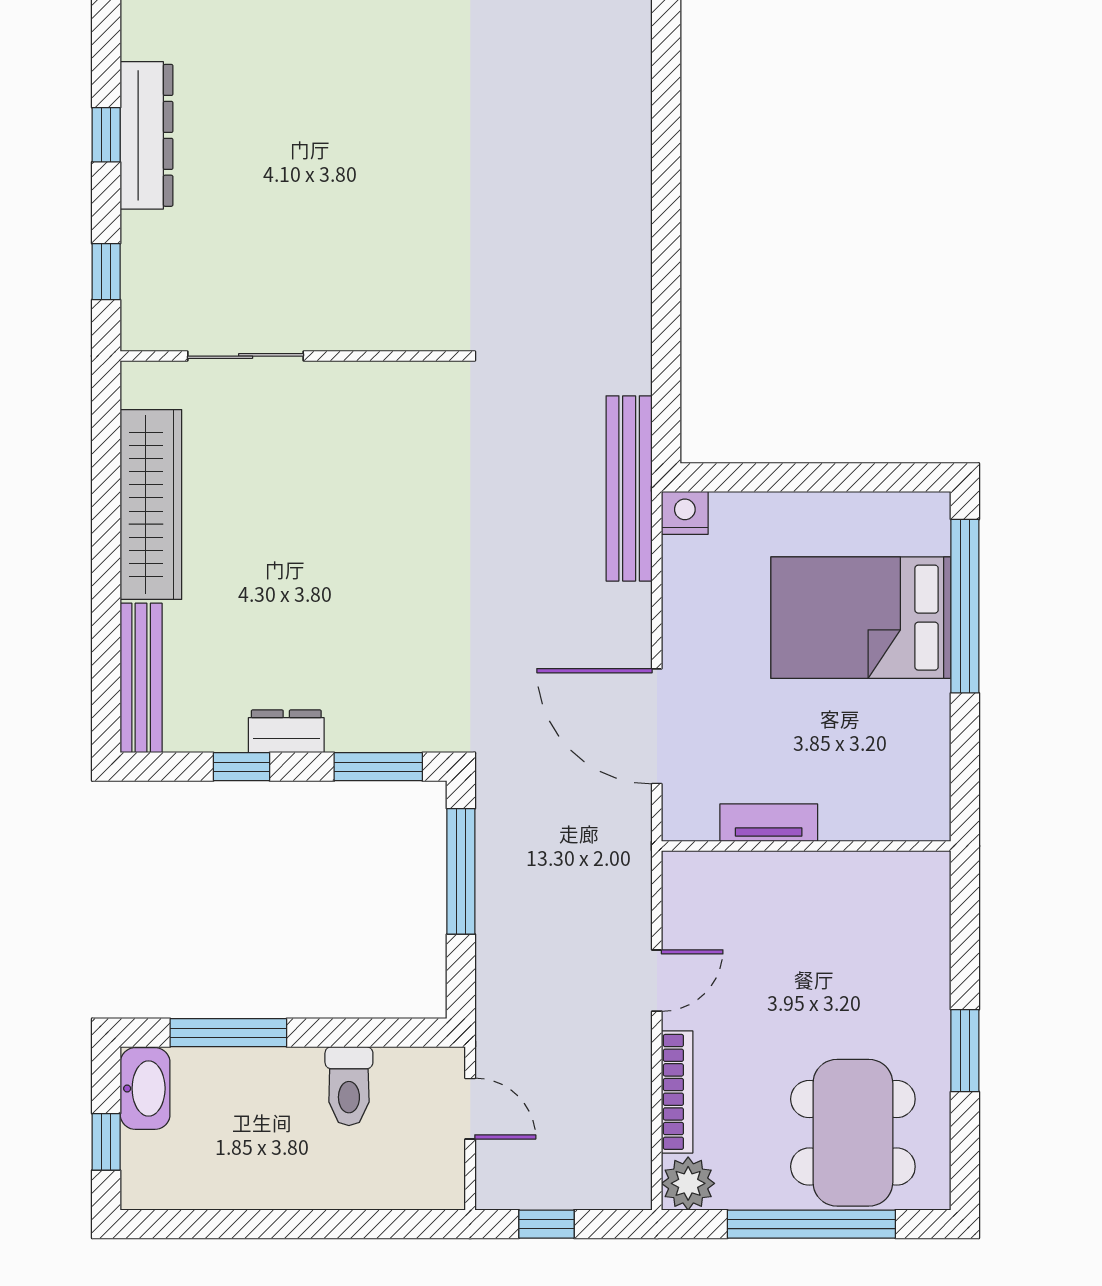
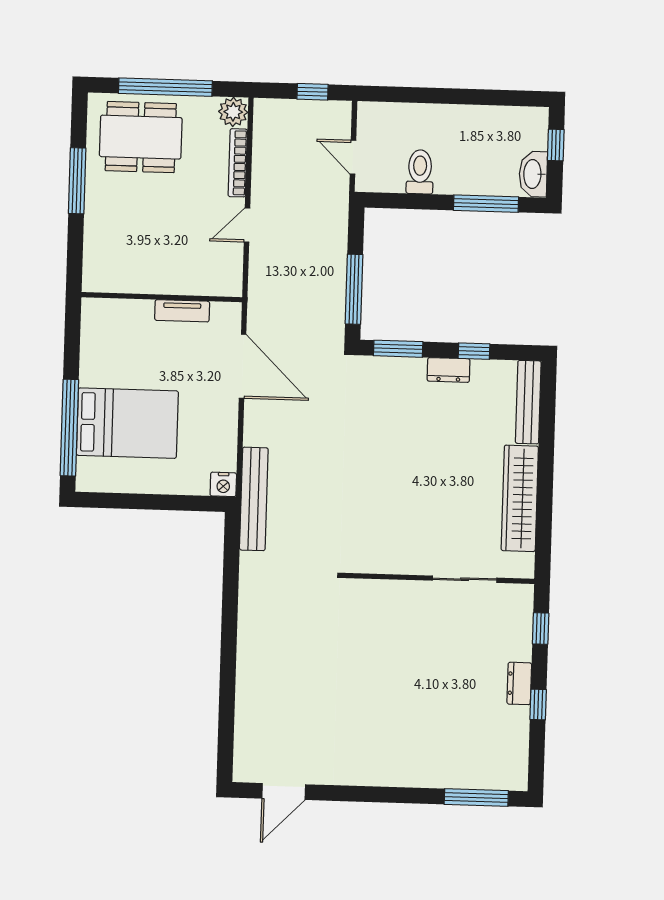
dresser: (147, 135) -> (519, 683), width x0.51, depth x0.80
window: (965, 1051) -> (77, 181), width x1.44
dining table: (853, 1133) -> (141, 137), turned 90

